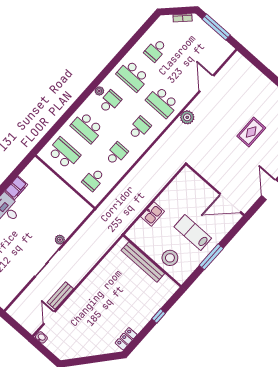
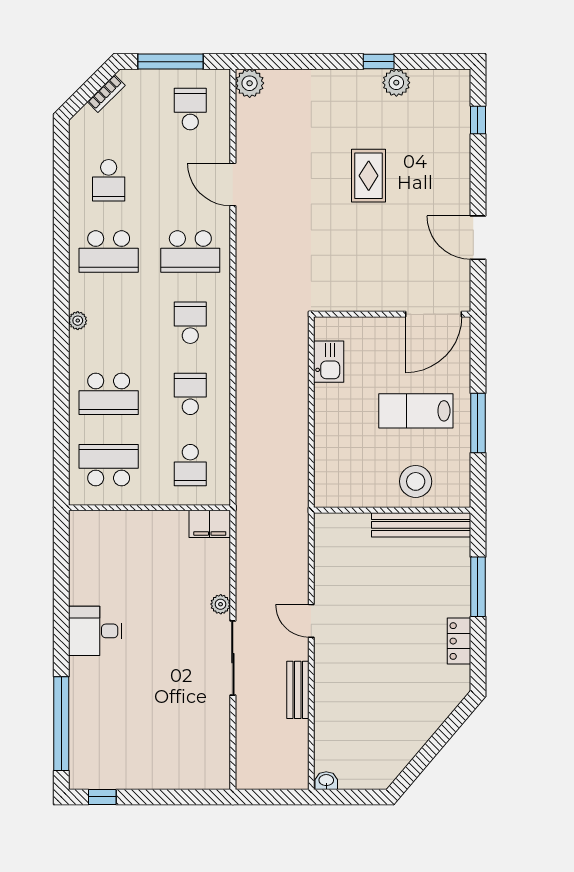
door: (207, 83) -> (233, 185), moved
school desk: (110, 102) -> (190, 109), moved
plant: (187, 117) -> (250, 83), moved
filing cabinet: (16, 188) -> (210, 524), moved, turned 90
kitchen sink: (153, 214) -> (329, 362), moved
bench: (143, 262) -> (421, 525), moved
window: (159, 316) -> (478, 587), width x2.17
door: (49, 318) -> (311, 621), moved
locker: (126, 339) -> (459, 641), moved

